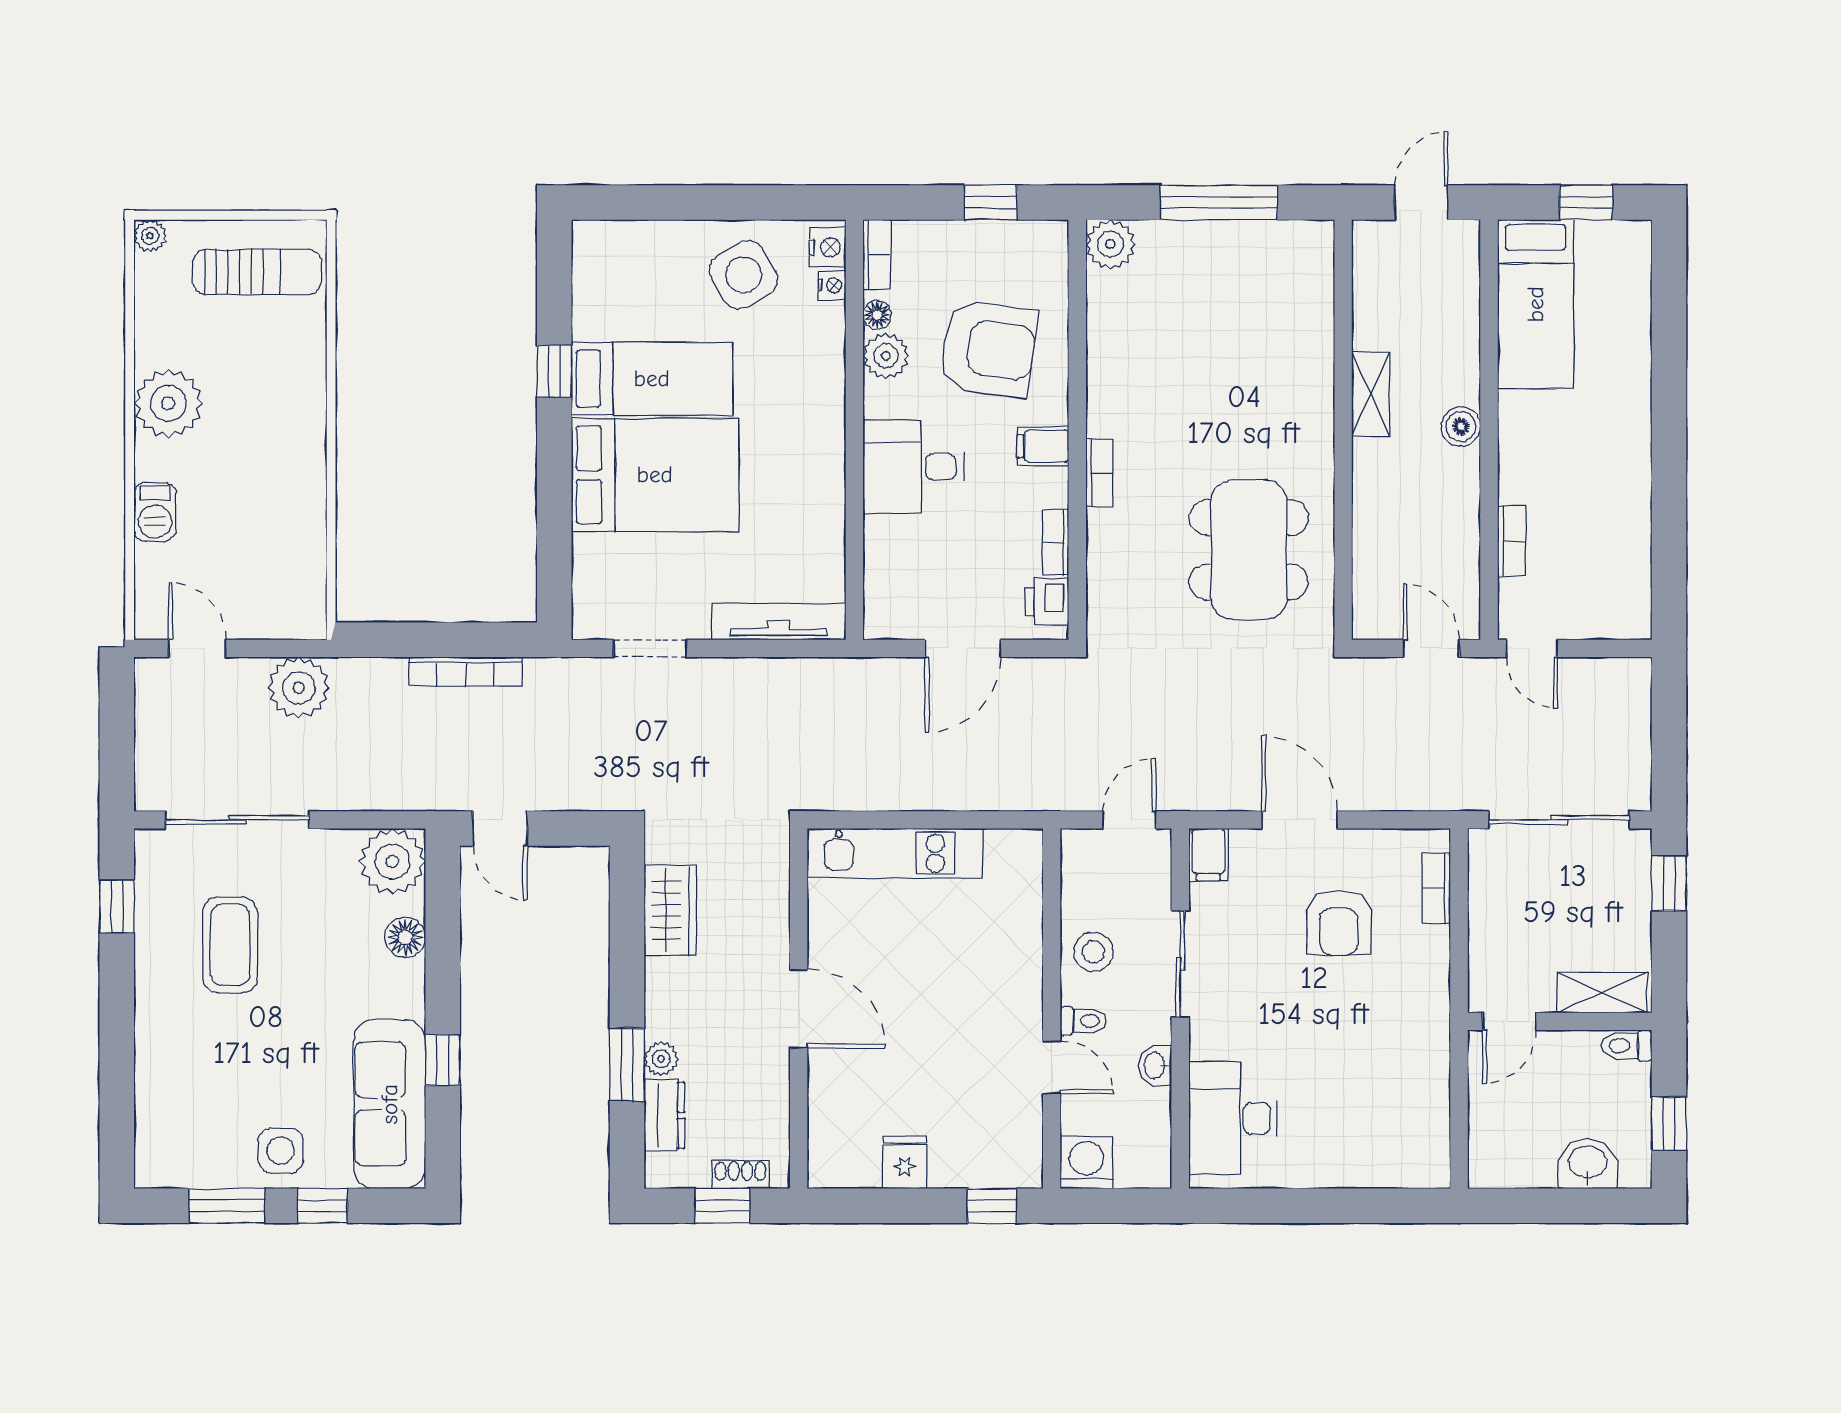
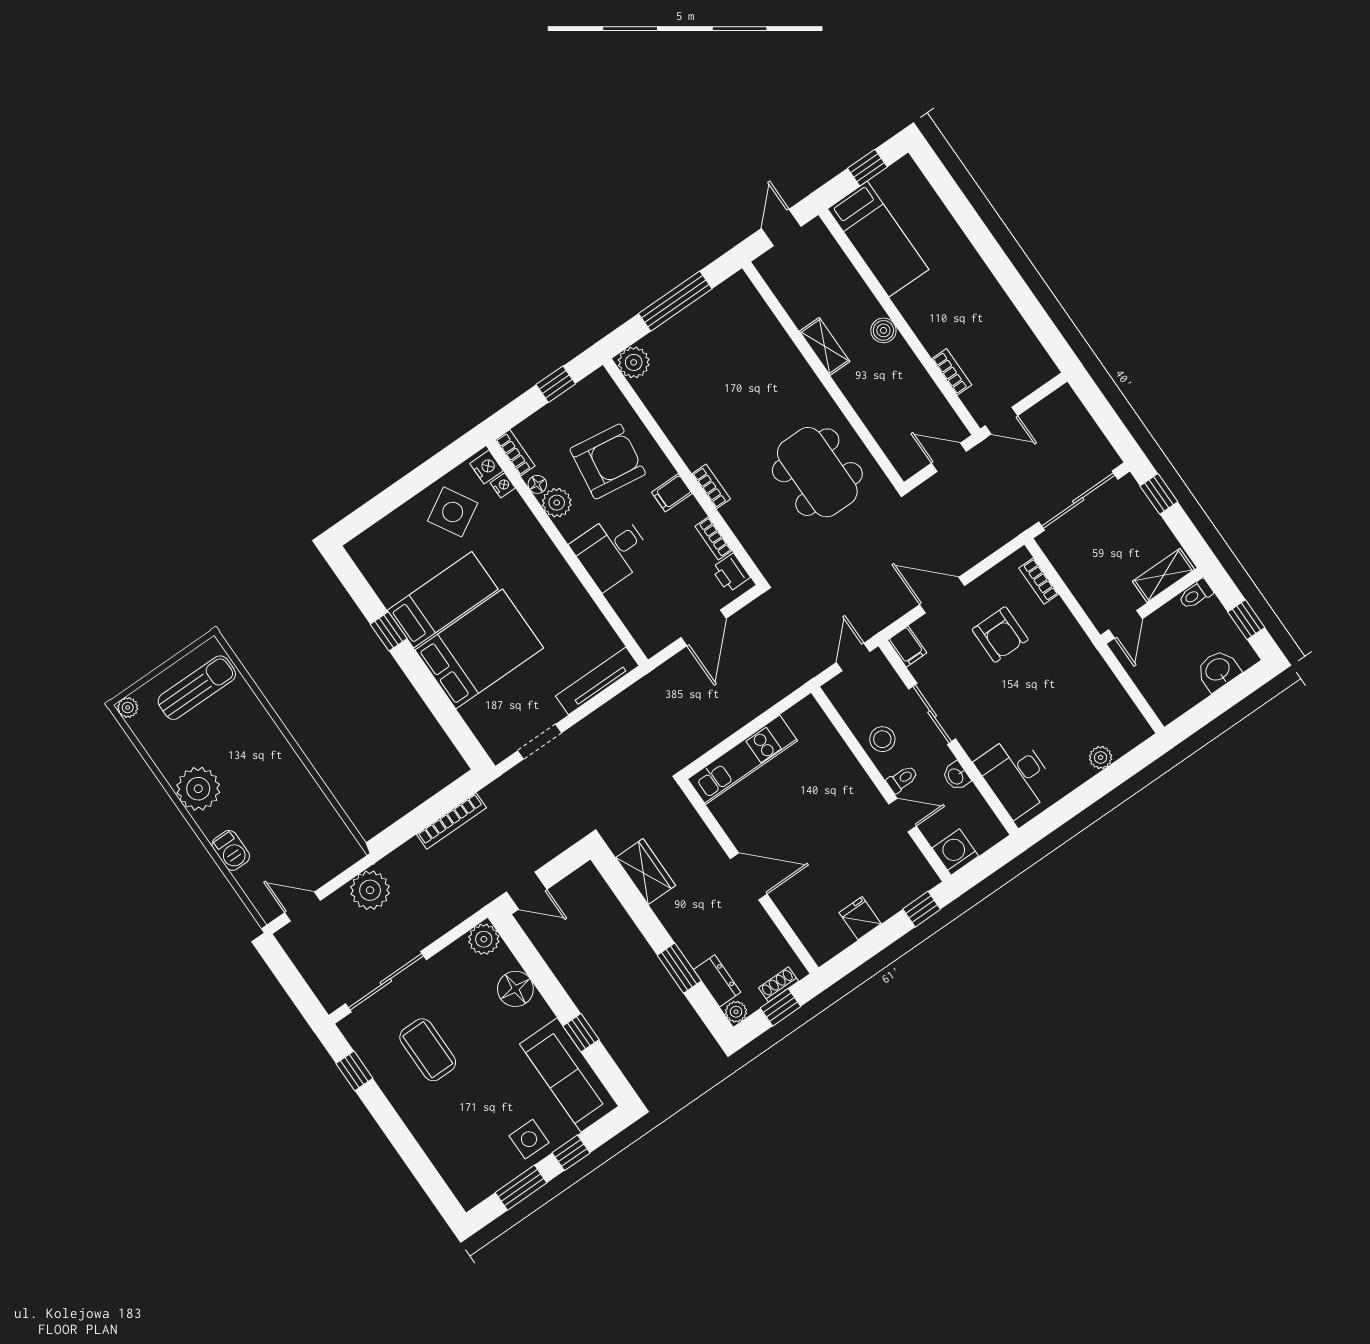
plant: (392, 862) -> (484, 939), width x0.73, depth x0.73
floor lamp: (405, 937) -> (515, 989), width x1.38, depth x1.38
plant: (661, 1059) -> (736, 1012), moved
plant: (1358, 1171) -> (1101, 757), added

